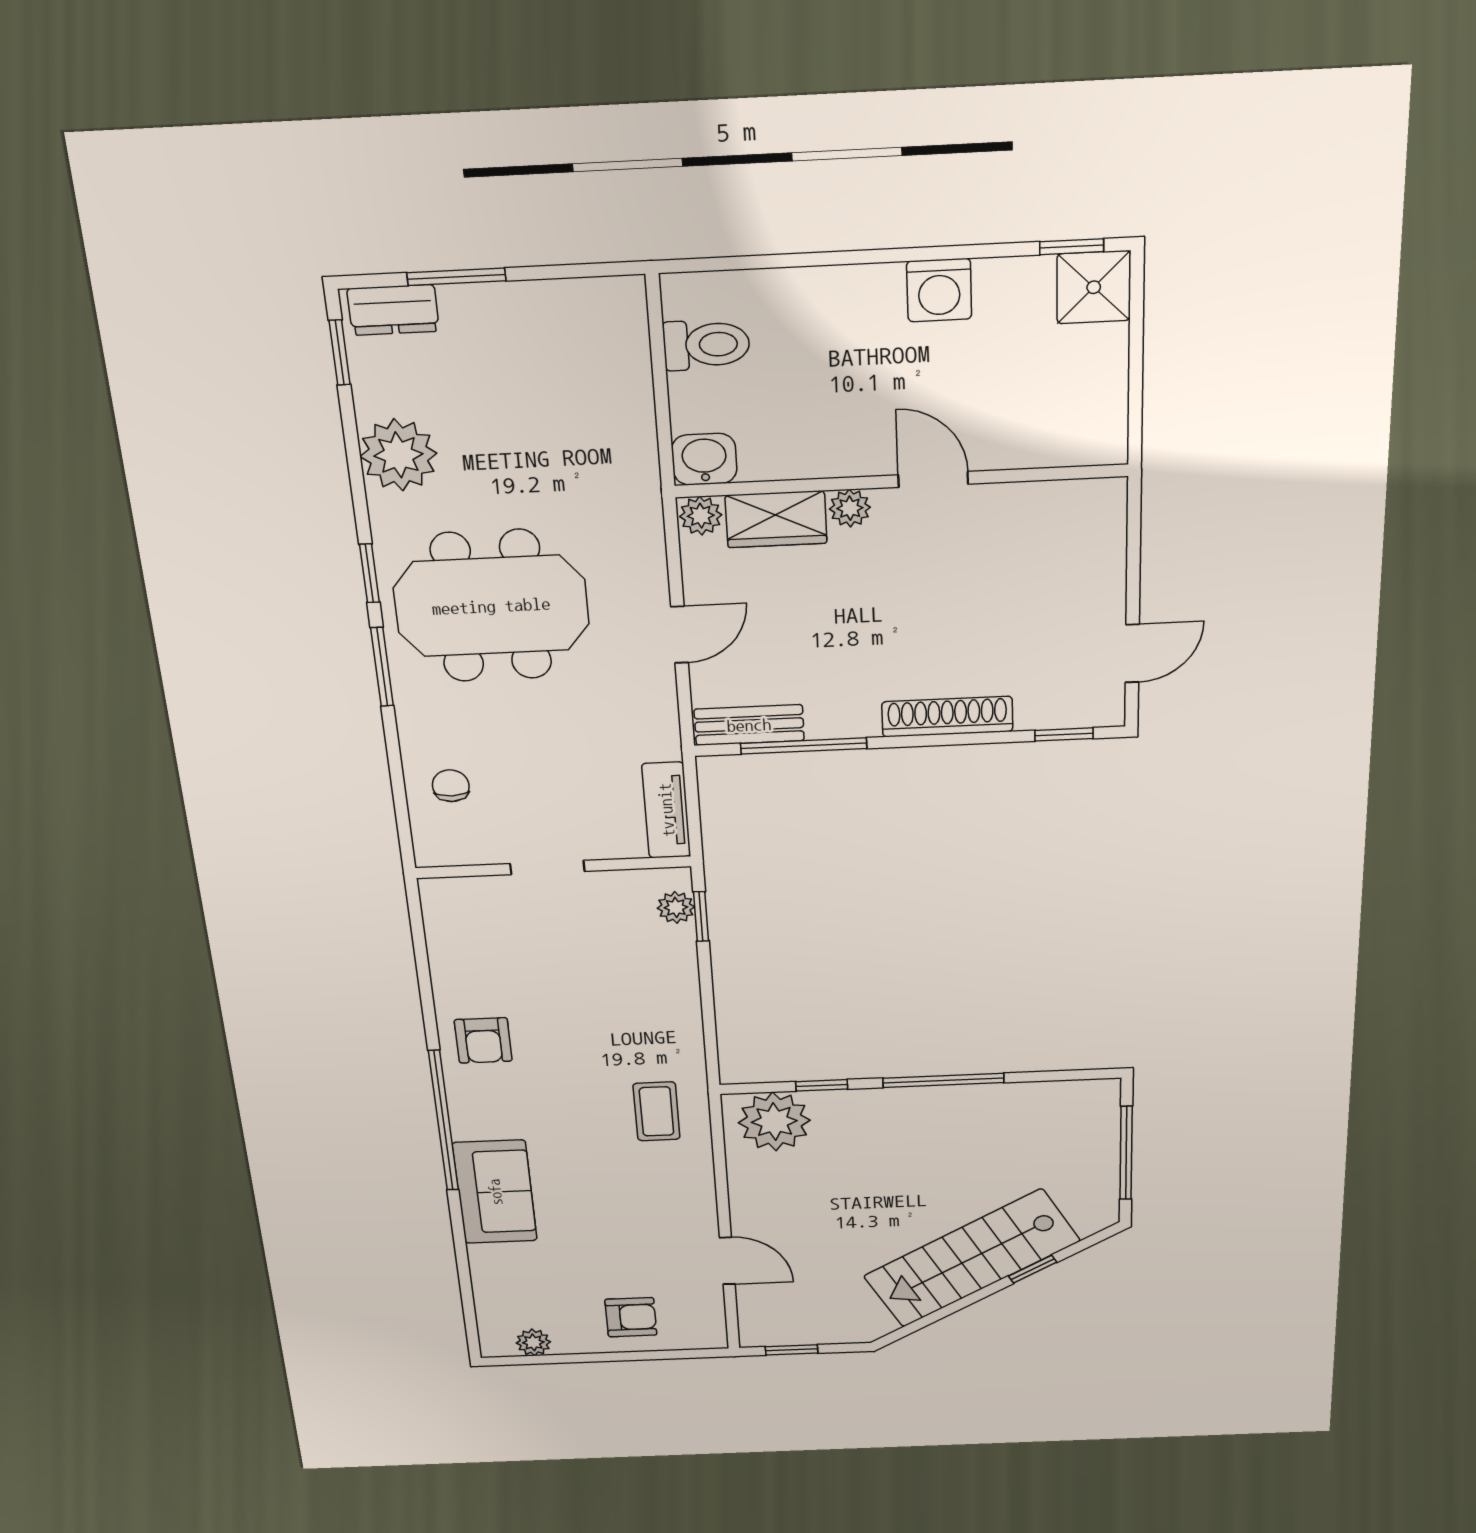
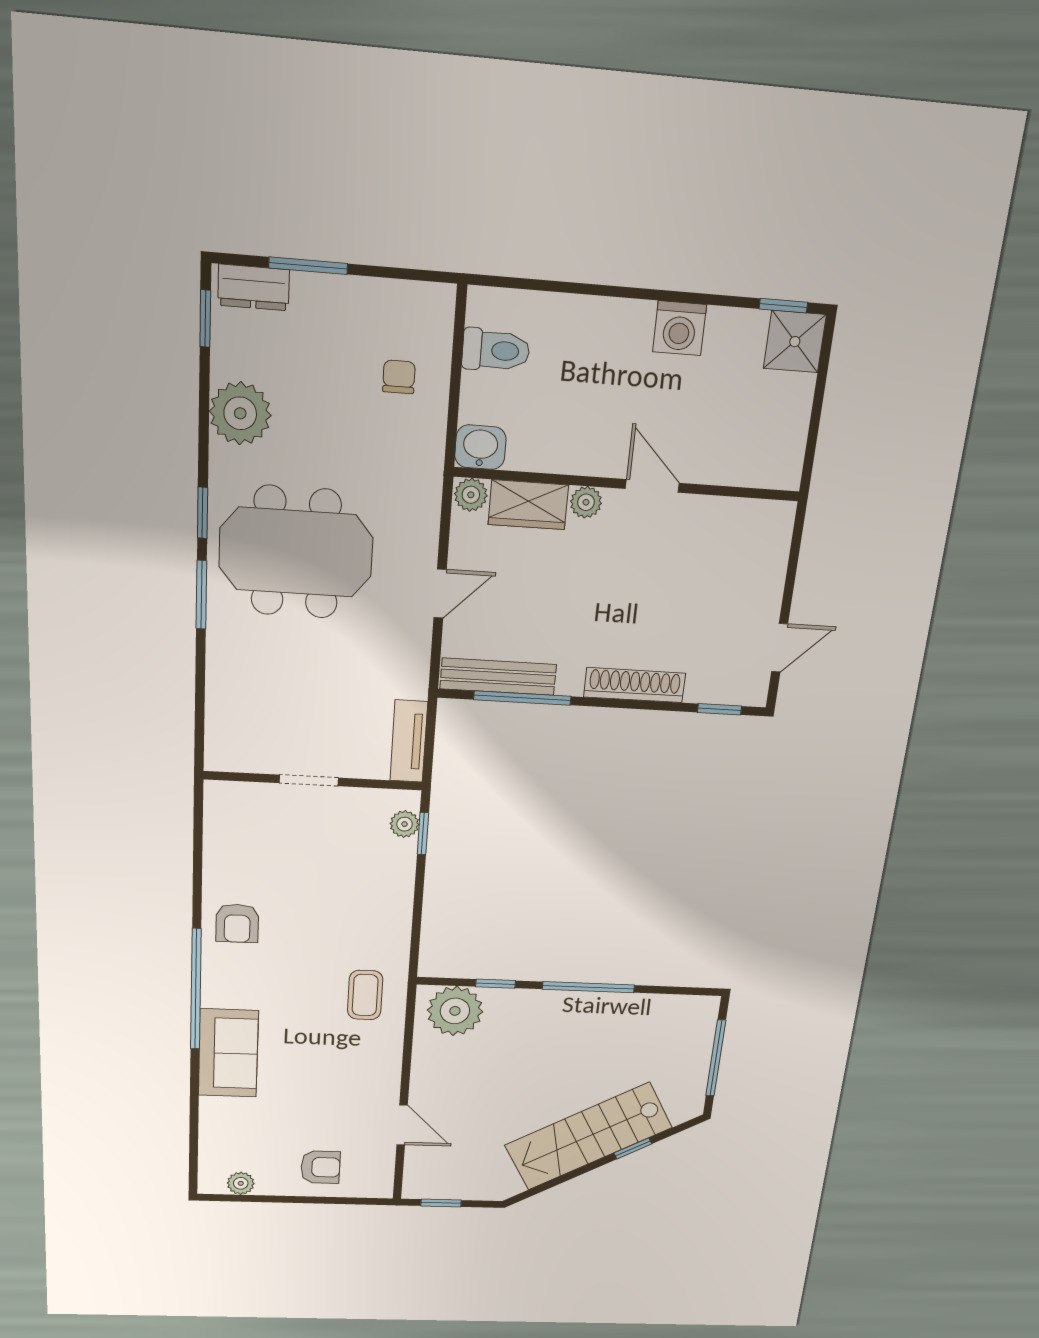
bench: (749, 725) -> (498, 677), width x1.36
chair: (451, 786) -> (399, 377), moved

